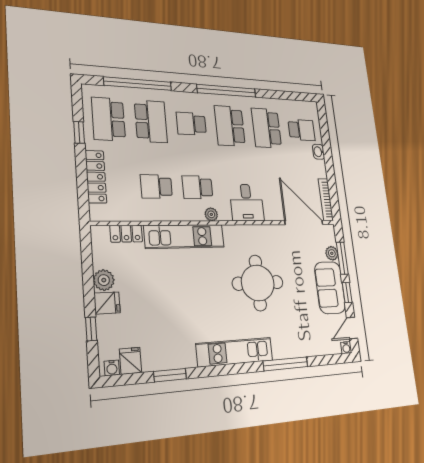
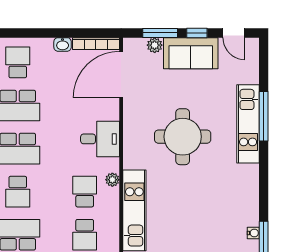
washbasin: (319, 152) -> (63, 44), moved
school desk: (197, 187) -> (85, 192), turned 180
water cooler: (346, 348) -> (253, 233), moved
kitchen unit: (235, 352) -> (248, 124), moved

